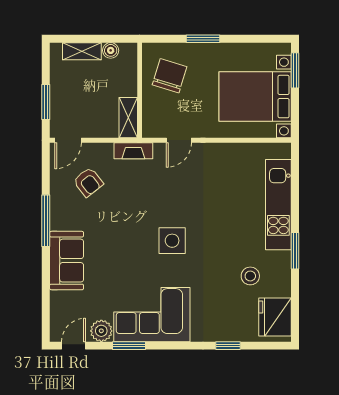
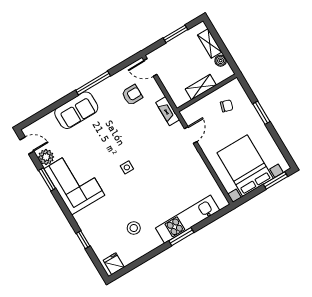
chair: (170, 76) -> (227, 106), width x0.54, depth x0.54
window: (46, 102) -> (176, 34), moved
shelving: (128, 118) -> (201, 87), moved
door: (179, 140) -> (191, 135), swing flipped
armchair: (88, 182) -> (132, 95), turned -142
side table: (172, 241) -> (127, 167), width x0.54, depth x0.54
window: (295, 251) -> (181, 237), moved
fridge: (275, 317) -> (114, 264), width x0.53, depth x0.75

